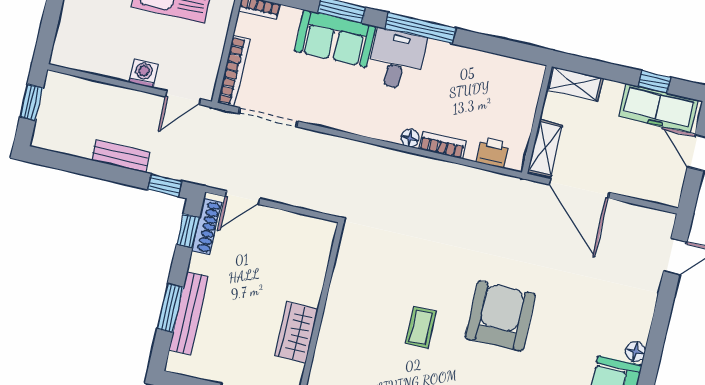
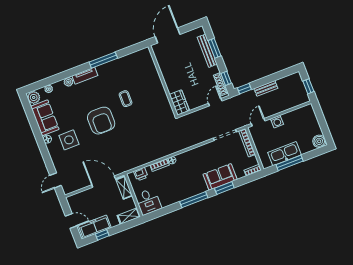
desk: (397, 59) -> (148, 202), moved
side table: (592, 321) -> (69, 140), added
wardrobe: (296, 332) -> (179, 103), moved

